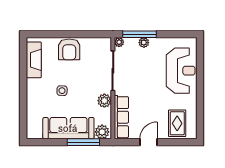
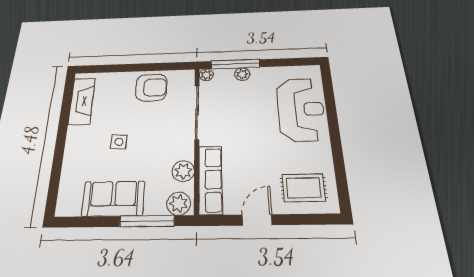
armchair: (69, 49) -> (151, 87), moved, turned -90
plant: (104, 101) -> (183, 171), moved
rug: (177, 123) -> (304, 188), turned 90
sofa: (68, 128) -> (113, 199), width x0.73

